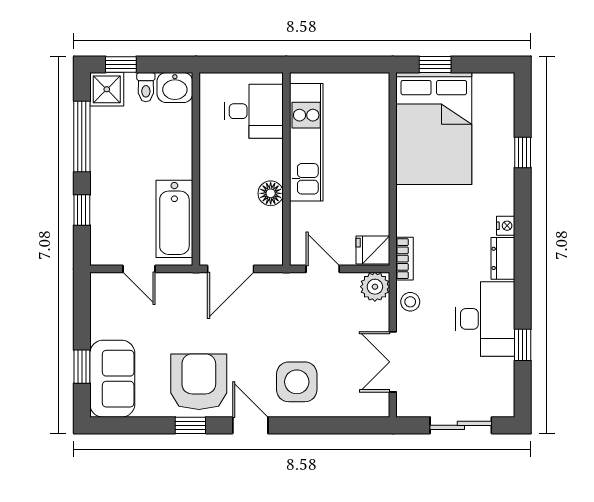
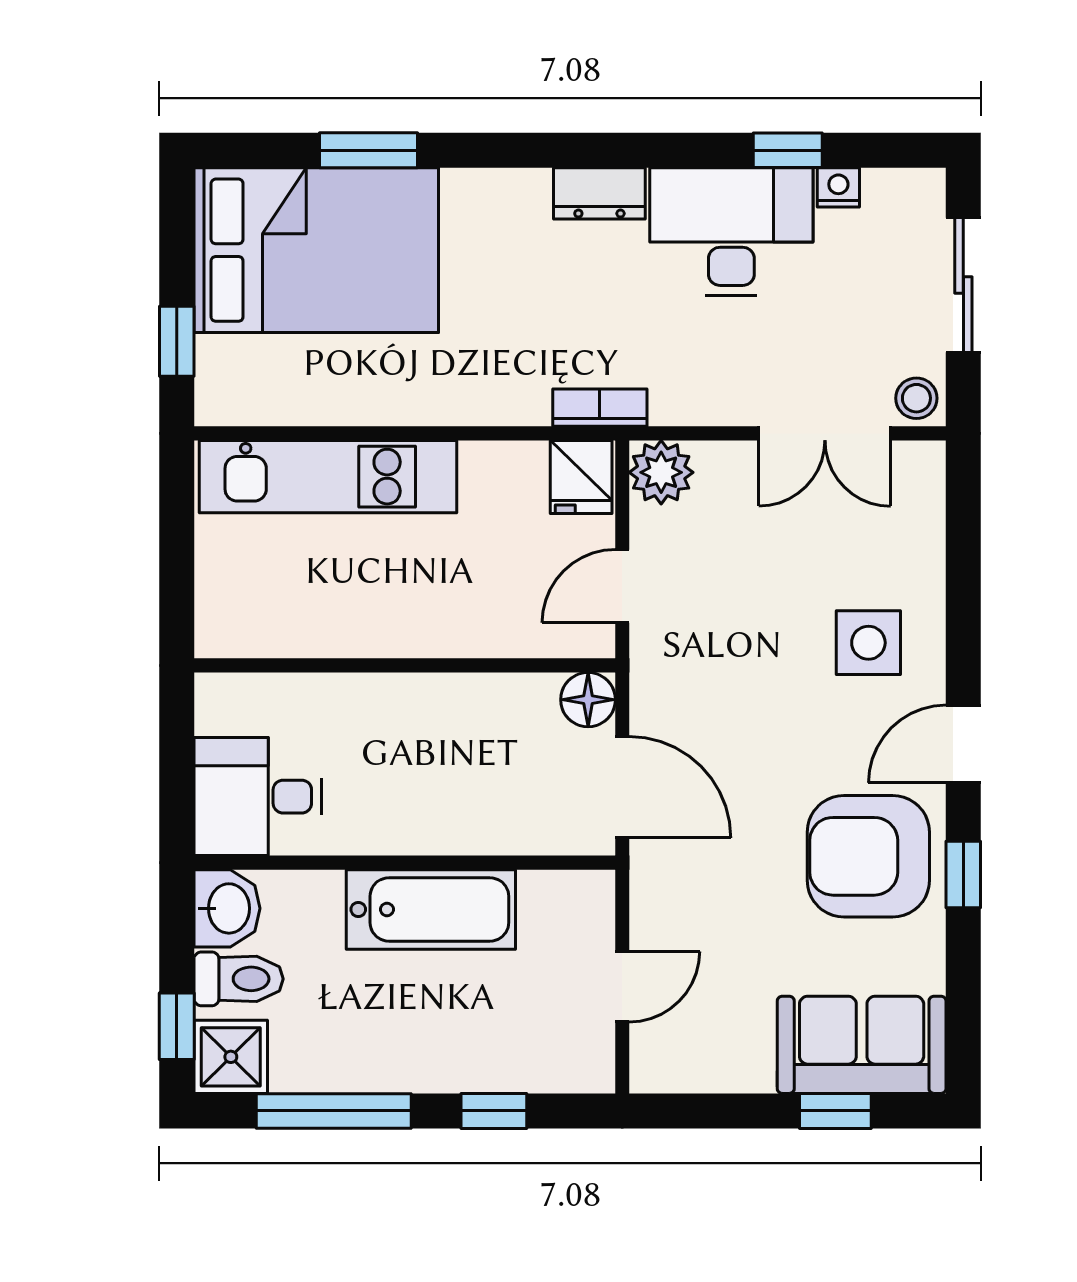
toilet: (146, 87) -> (239, 979), width x1.37, depth x1.39
desk: (254, 111) -> (258, 797), moved, turned -90
bed: (434, 128) -> (316, 250), moved
kitchen unit: (306, 142) -> (328, 477), moved, turned 180
window: (523, 152) -> (369, 150), width x1.50
floor lamp: (271, 193) -> (588, 700), moved
bathtub: (174, 219) -> (431, 909), moved
nightstand: (506, 226) -> (838, 187), moved
stool: (410, 302) -> (916, 398), moved
side table: (297, 382) -> (868, 643), width x0.73, depth x0.73

